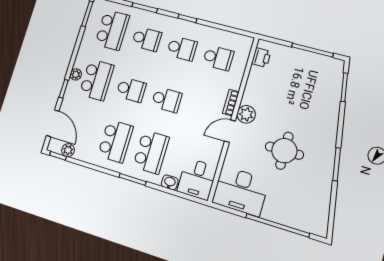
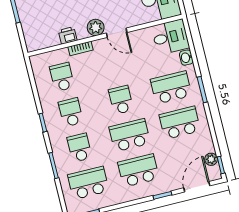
printer: (261, 57) -> (68, 35), moved
plant: (76, 74) -> (144, 192), removed
school desk: (131, 90) -> (130, 135), width x1.85
bookcase: (231, 103) -> (81, 48), moved

